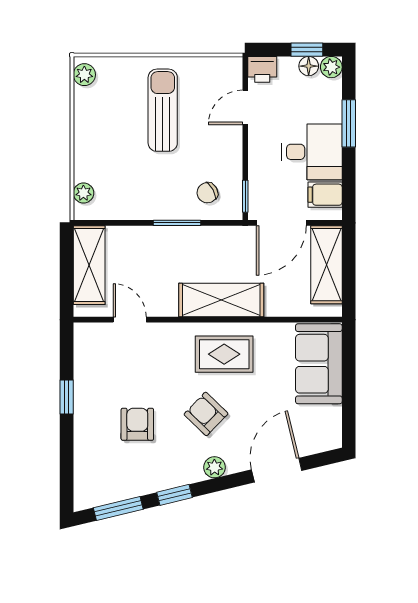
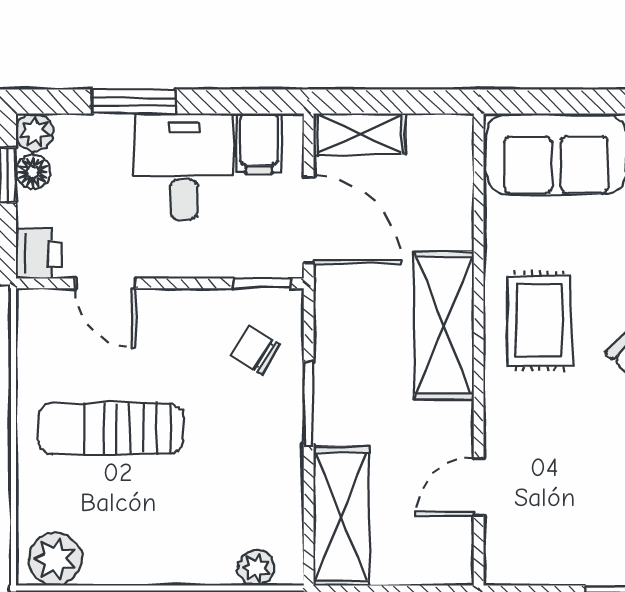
plant: (84, 75) -> (55, 559), width x1.38, depth x1.38
chair: (207, 193) -> (256, 350), turned 151
shelving: (89, 265) -> (341, 516), moved, turned 90
shelving: (326, 265) -> (359, 134), width x0.67, depth x0.75

